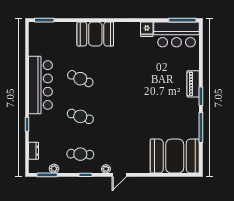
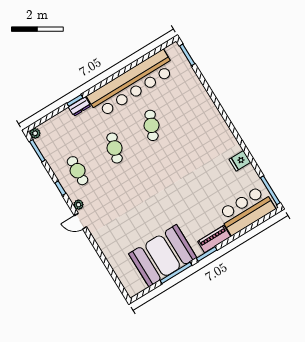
booth: (95, 34) -> (204, 113), removed
bar counter: (177, 34) -> (246, 210), moved, turned 90
bar counter: (40, 85) -> (132, 84), width x1.36
dresser: (34, 151) -> (80, 106), moved
booth: (175, 156) -> (163, 256), moved, turned 90
plant: (54, 169) -> (35, 133), moved

